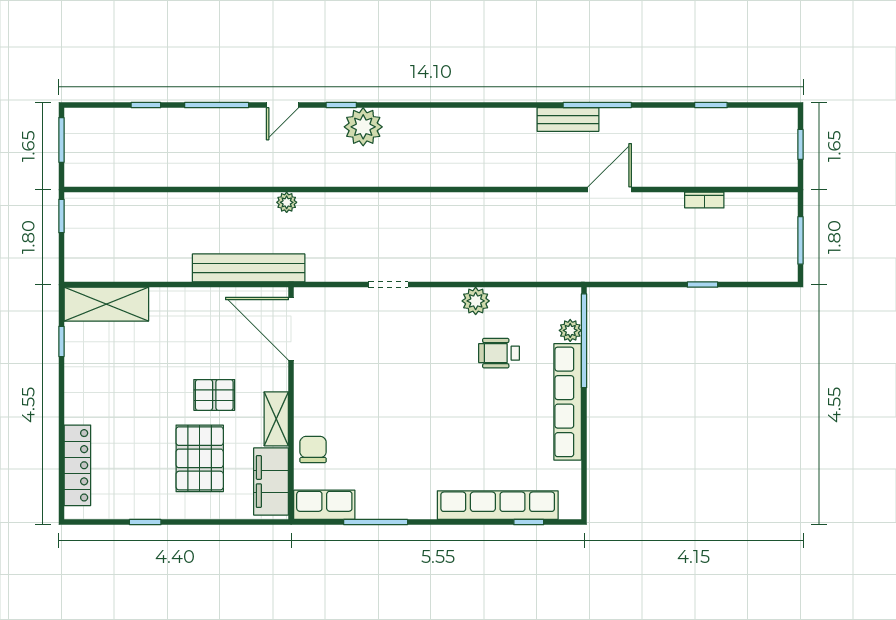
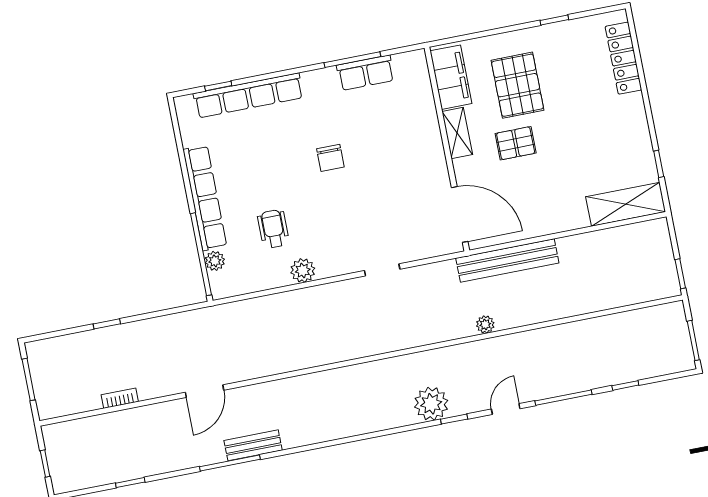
wheelchair: (499, 353) -> (273, 229), turned -90
chair: (313, 449) -> (330, 158), moved
row of seats: (324, 505) -> (366, 73), moved

